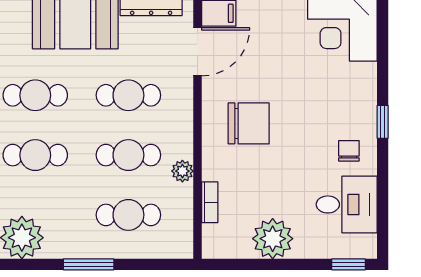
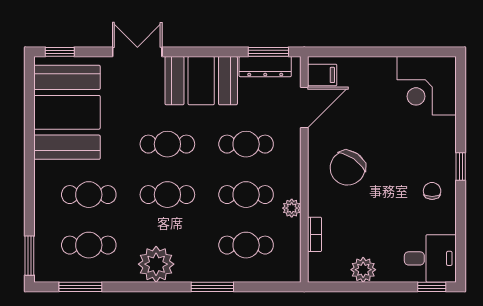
chair: (249, 123) -> (348, 168), turned 125
desk: (347, 204) -> (430, 258), moved
plant: (273, 239) -> (363, 270), width x0.73, depth x0.73

